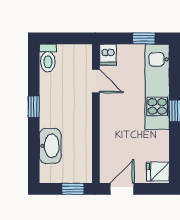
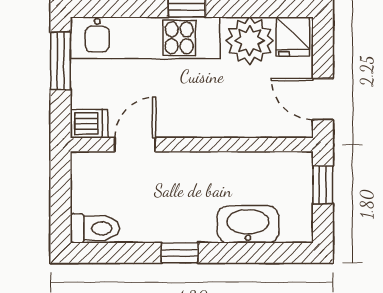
window: (144, 38) -> (61, 61), width x1.50
plant: (155, 147) -> (250, 41), added

